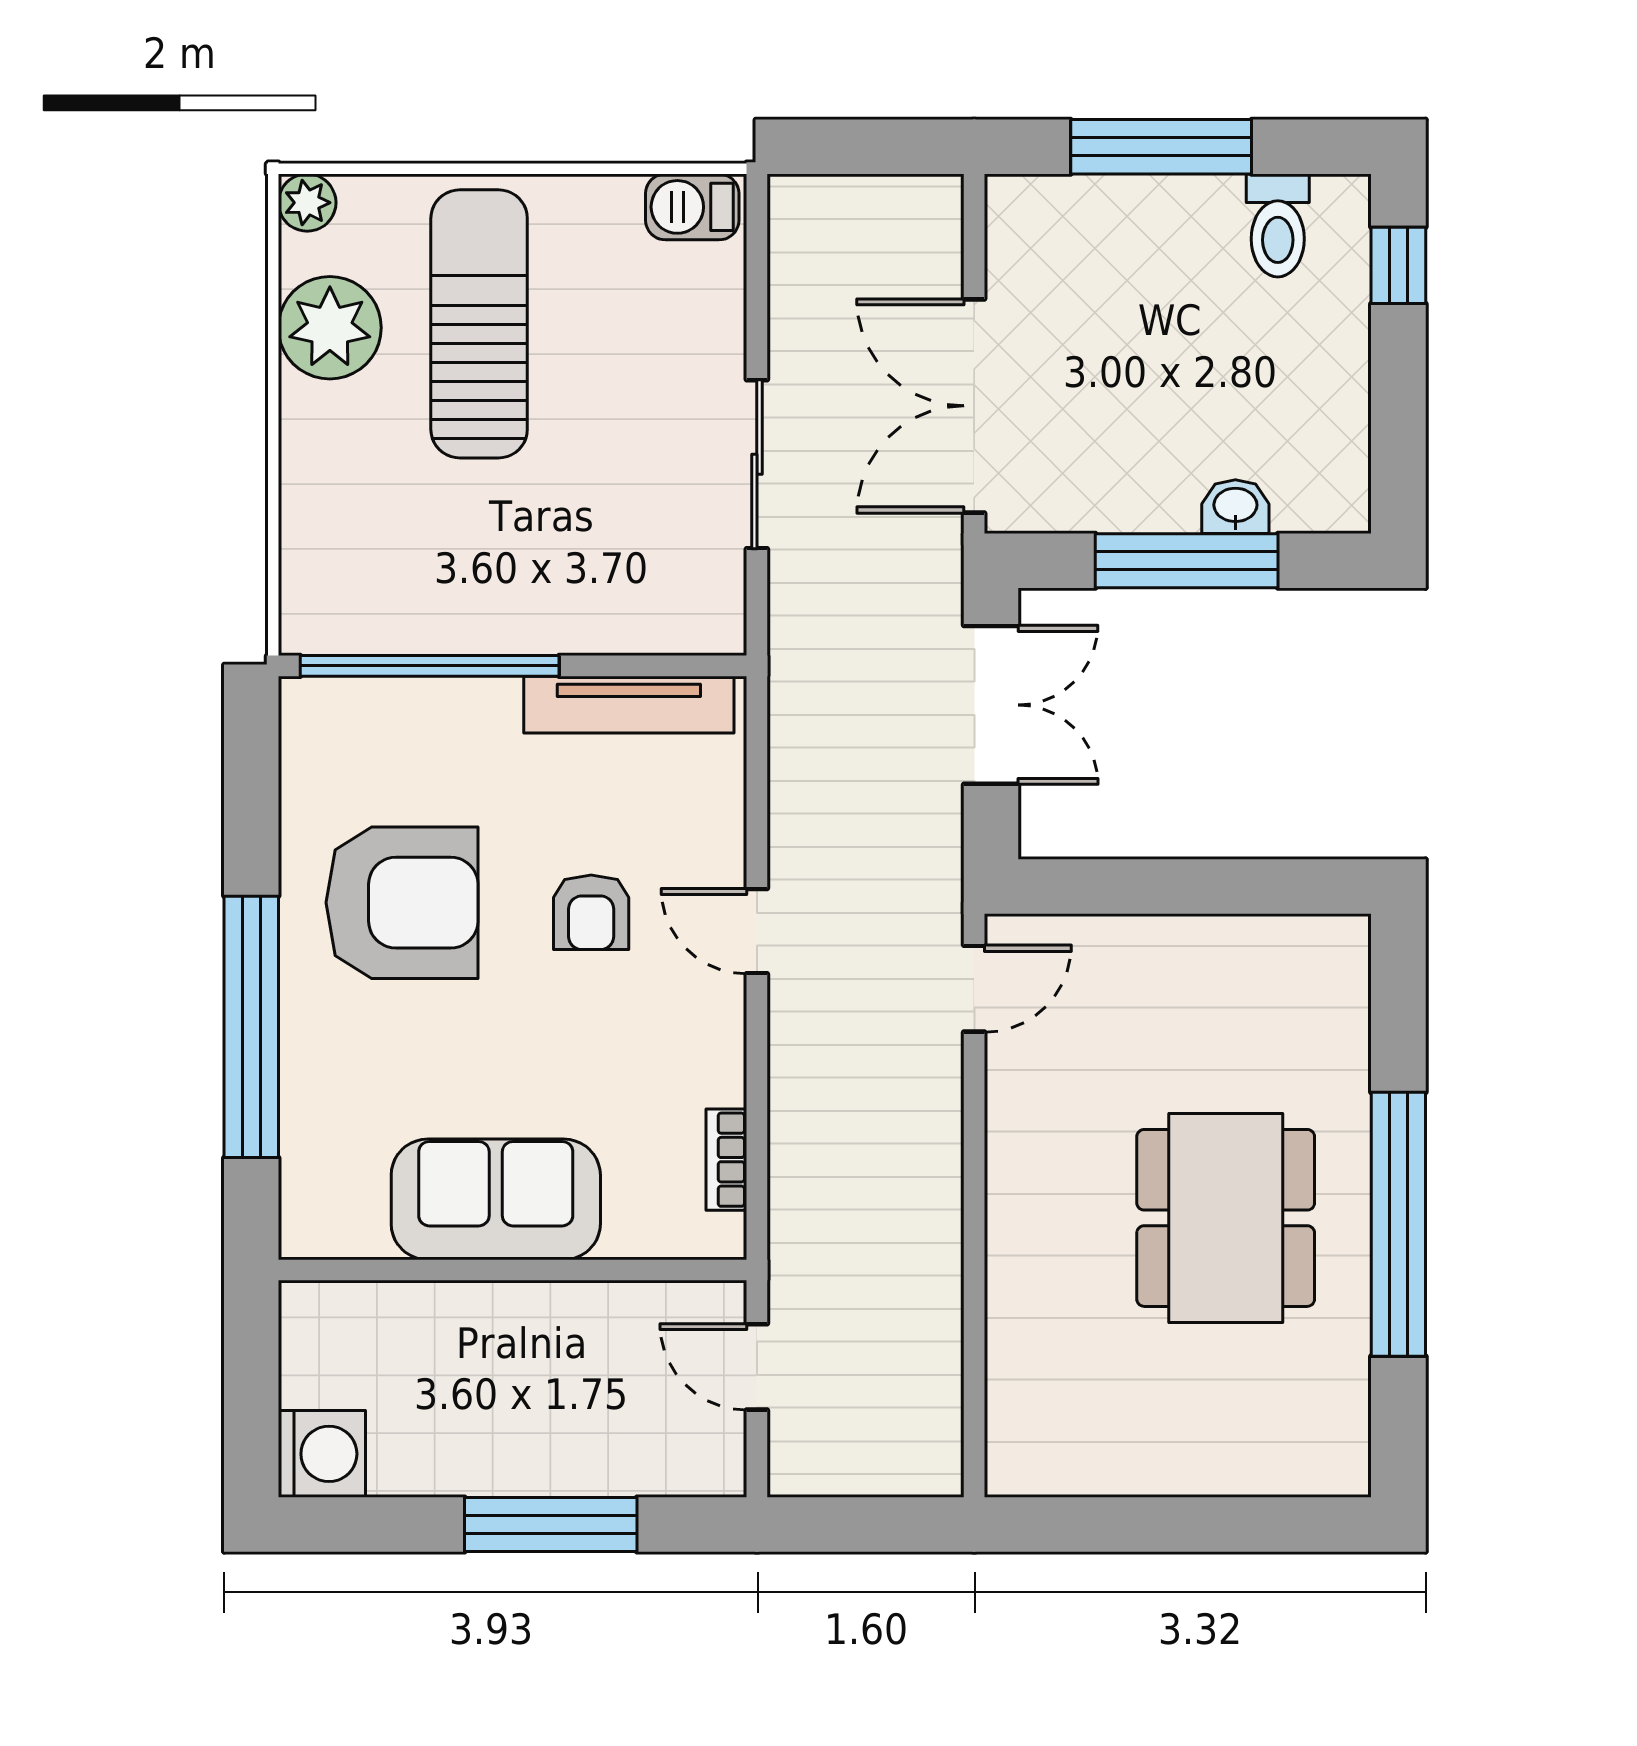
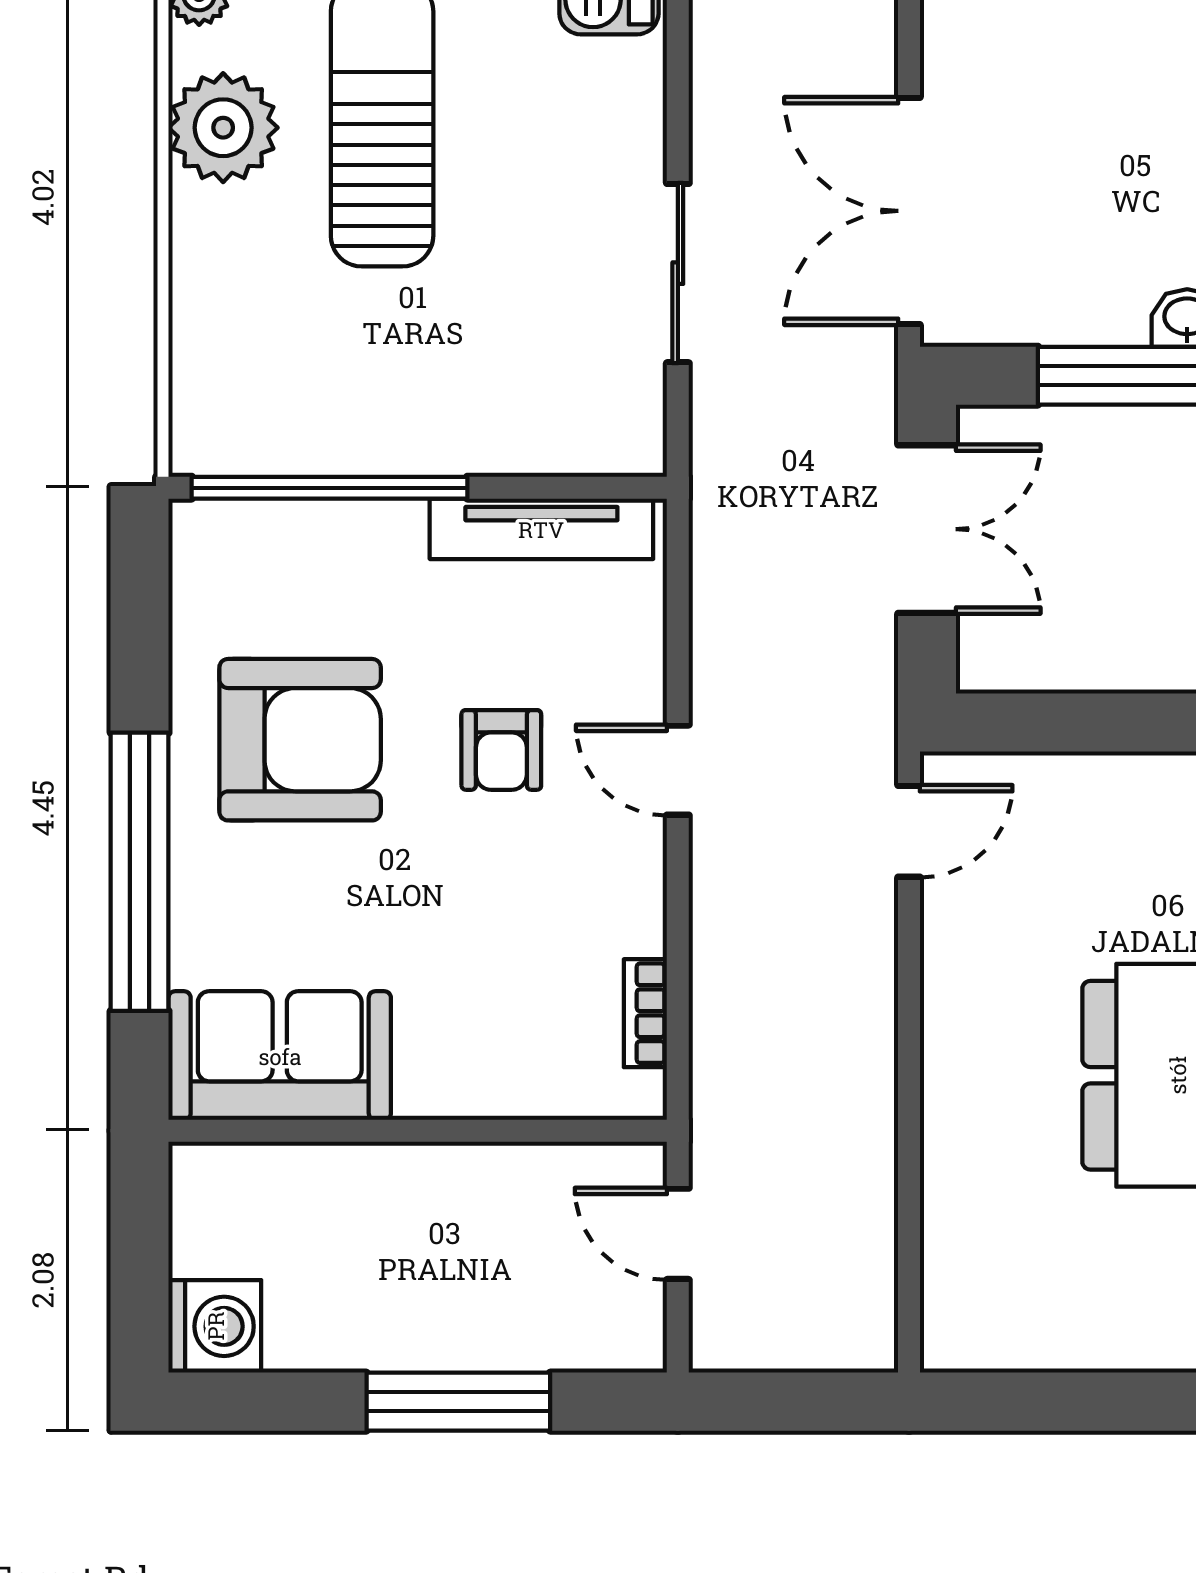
sofa: (496, 1199) -> (280, 1056), moved

